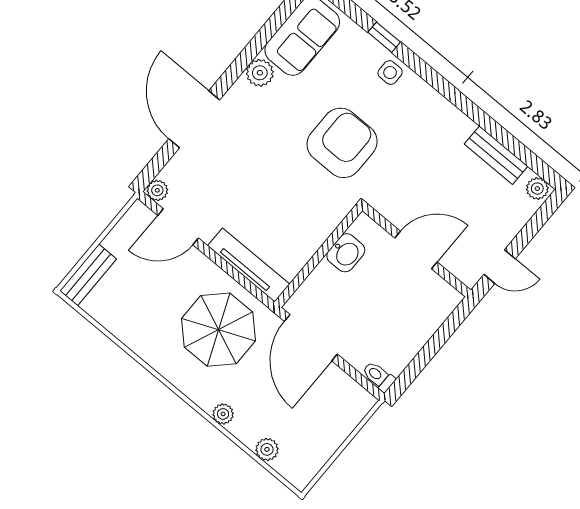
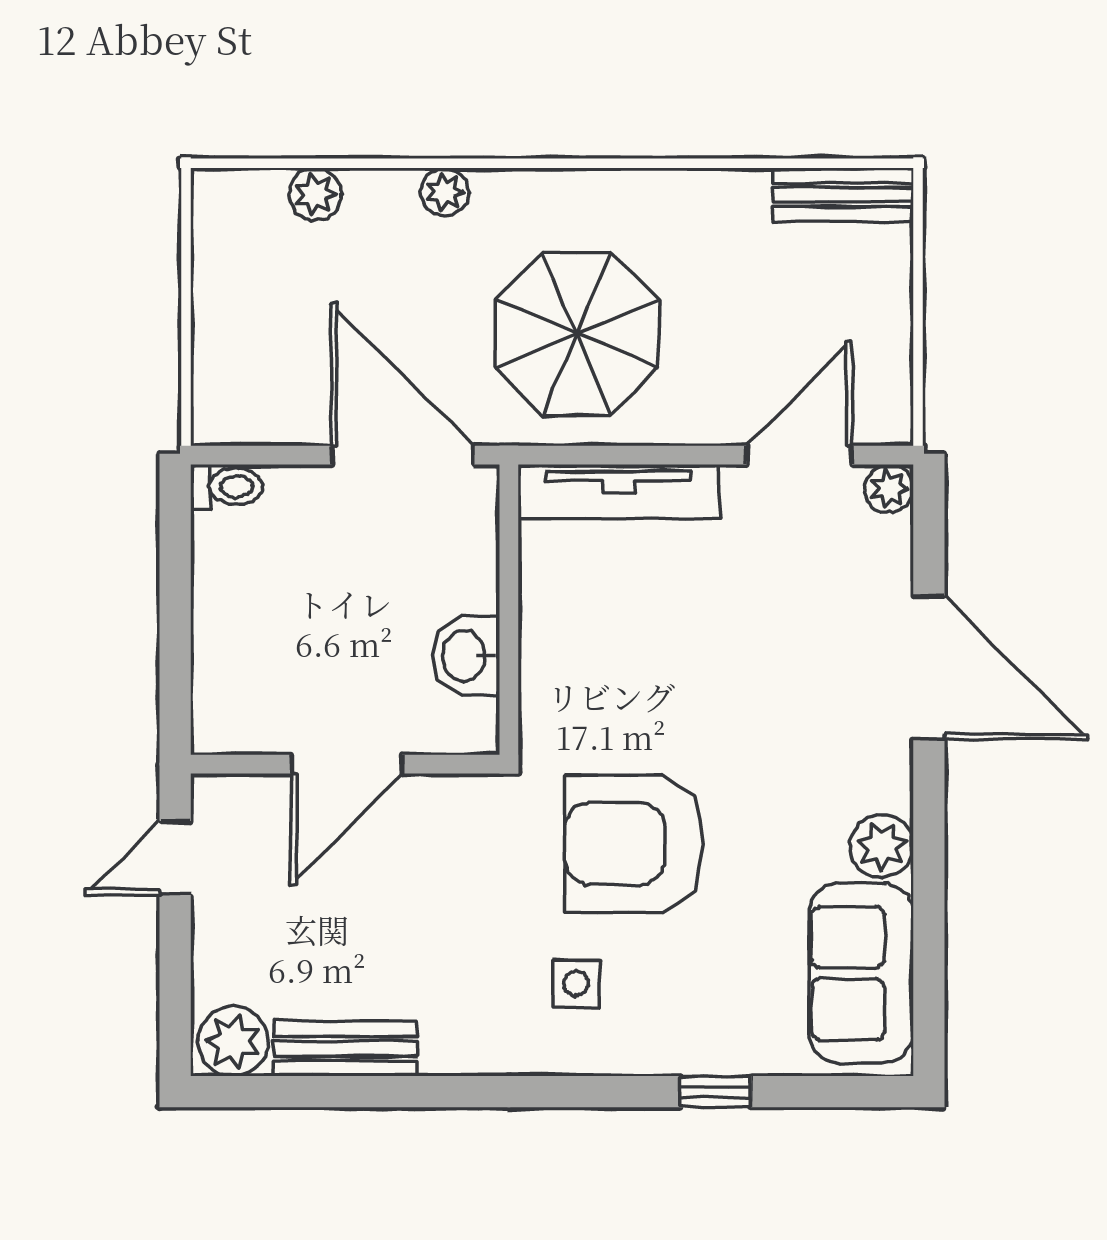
side table: (390, 73) -> (576, 983), moved
armchair: (342, 143) -> (634, 844), turned 90
plant: (537, 189) -> (233, 1041), width x1.38, depth x1.38
bench: (88, 275) -> (843, 195), moved, turned 90

